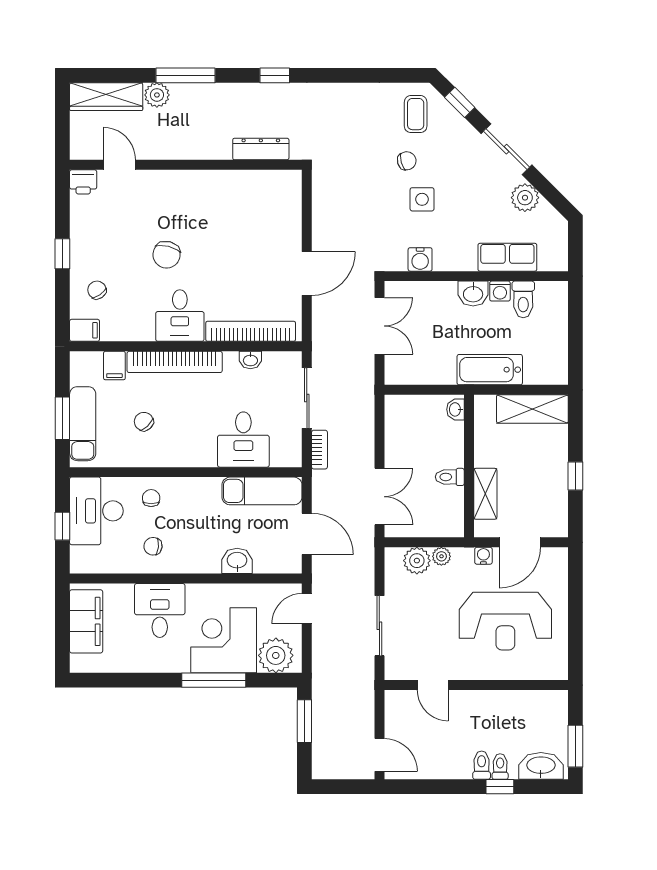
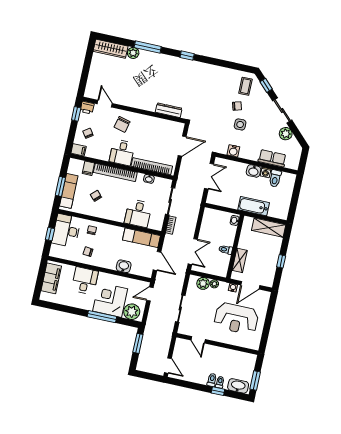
dresser: (261, 149) -> (169, 110), moved
door: (119, 165) -> (105, 104), moved
wall: (186, 165) -> (134, 110), moved
printer: (83, 182) -> (87, 108), moved

